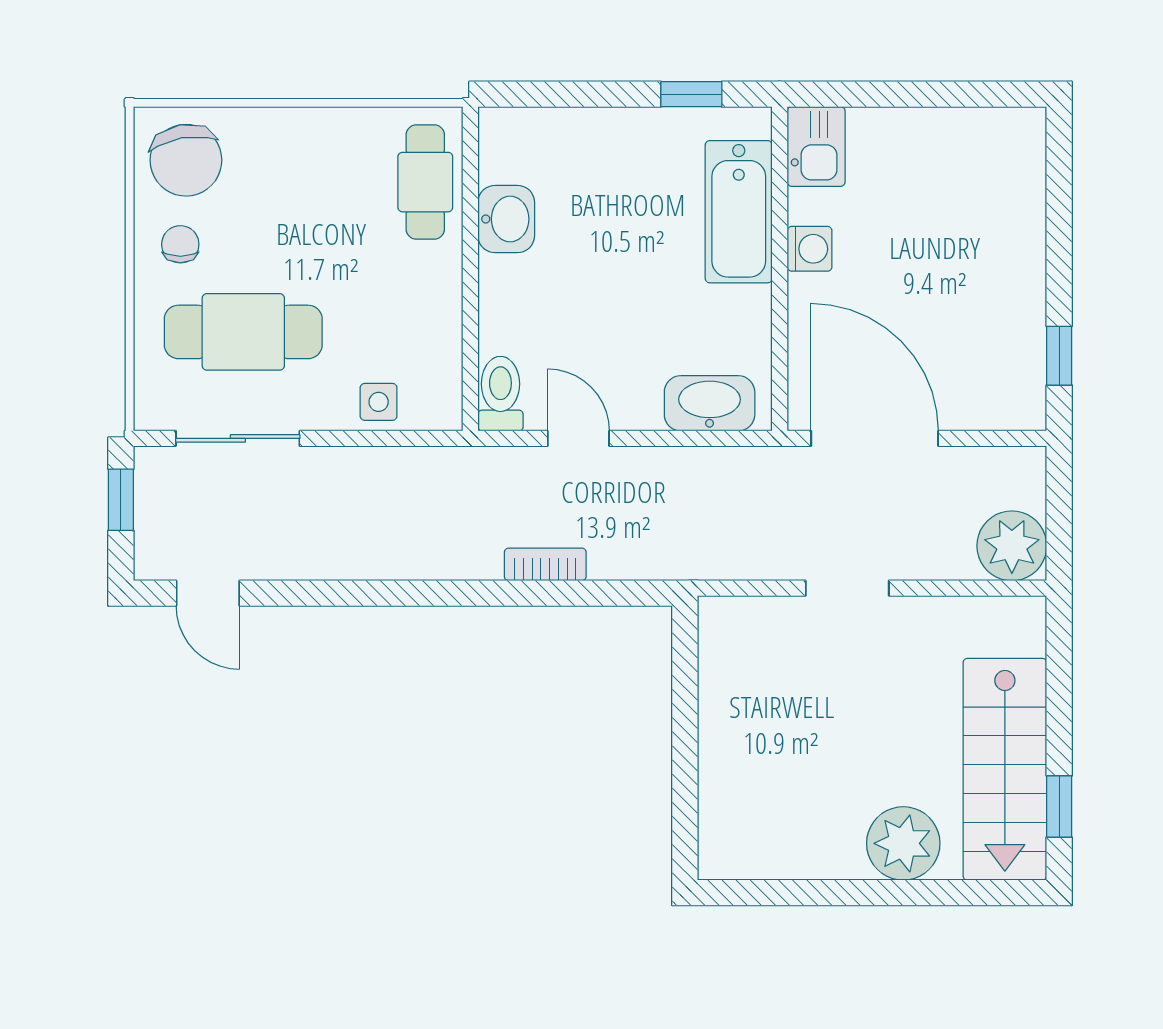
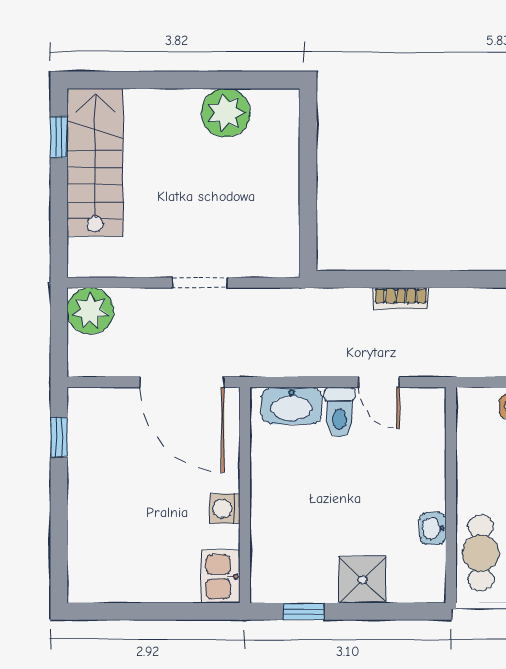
shower: (603, 142) -> (363, 580), added
bathtub: (739, 212) -> (272, 533), removed
washbasin: (506, 219) -> (433, 528), width x0.72, depth x0.69
toilet: (500, 394) -> (339, 412), moved
plant: (903, 843) -> (226, 113), moved

